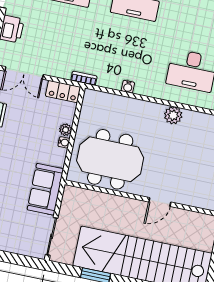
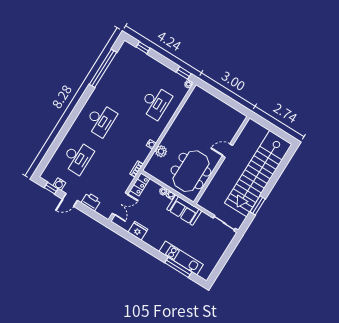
plant: (173, 115) -> (161, 151), moved
sofa: (45, 189) -> (184, 210), moved
door: (160, 202) -> (228, 151), swing flipped

